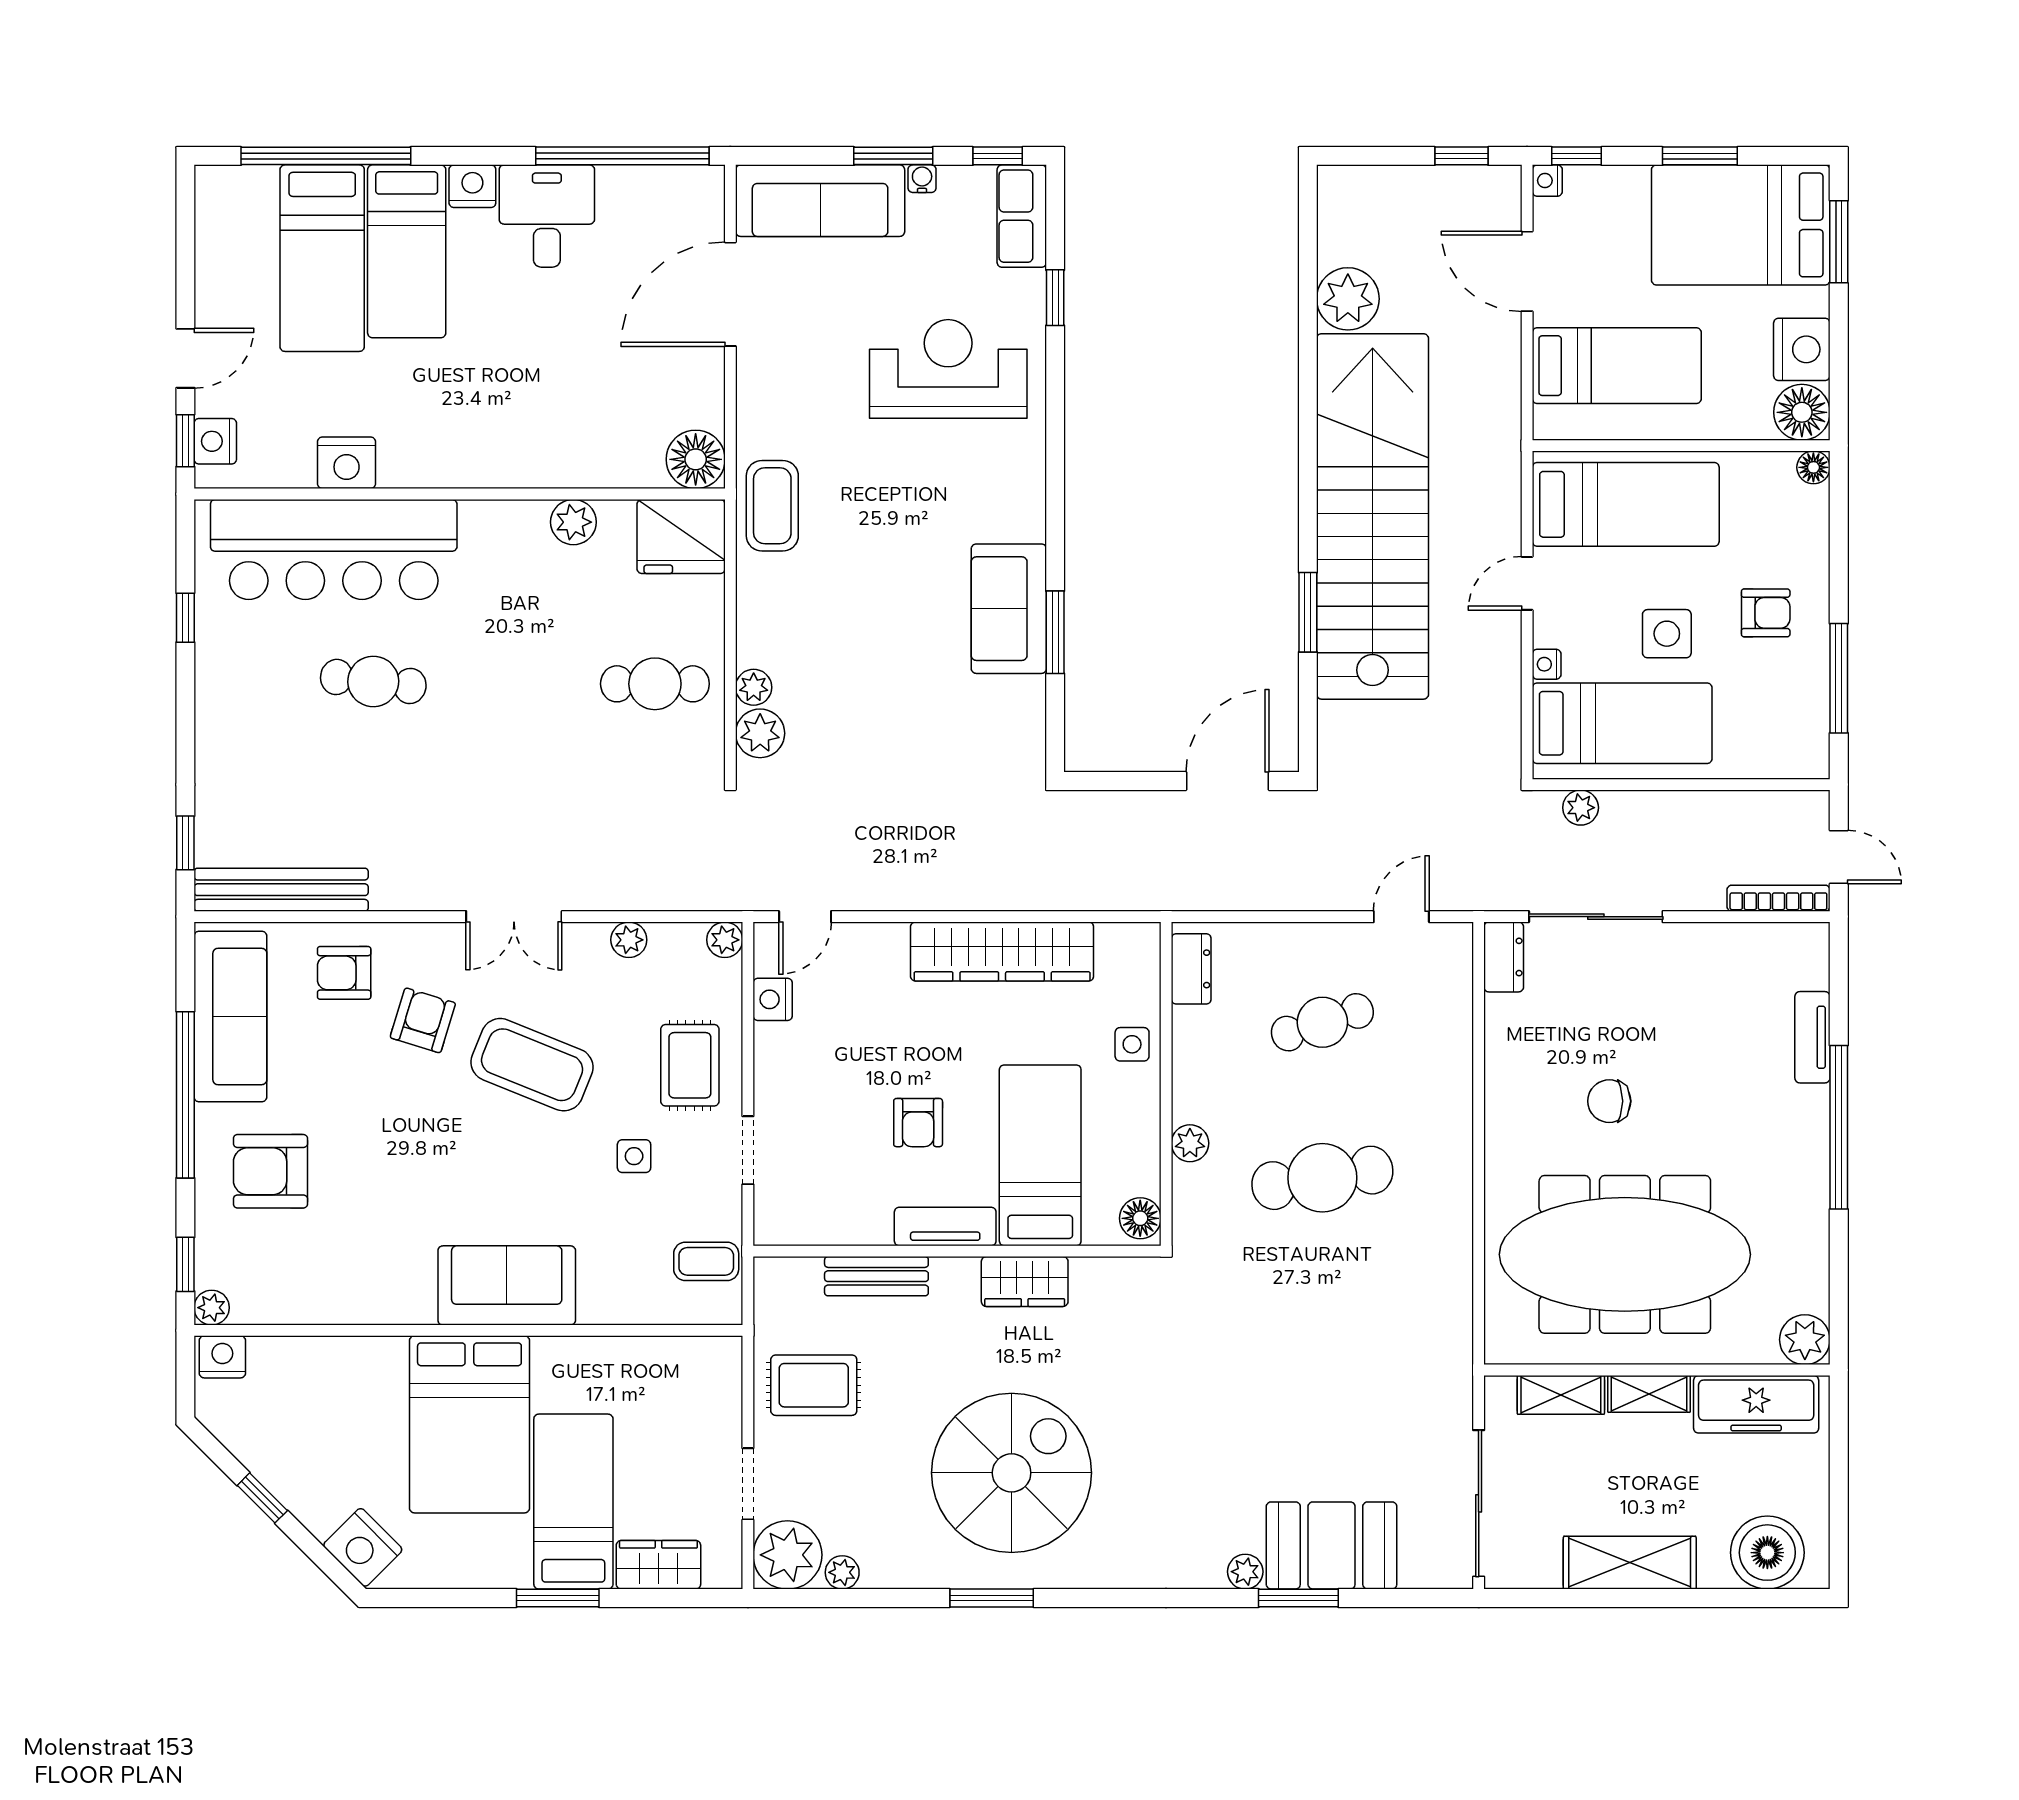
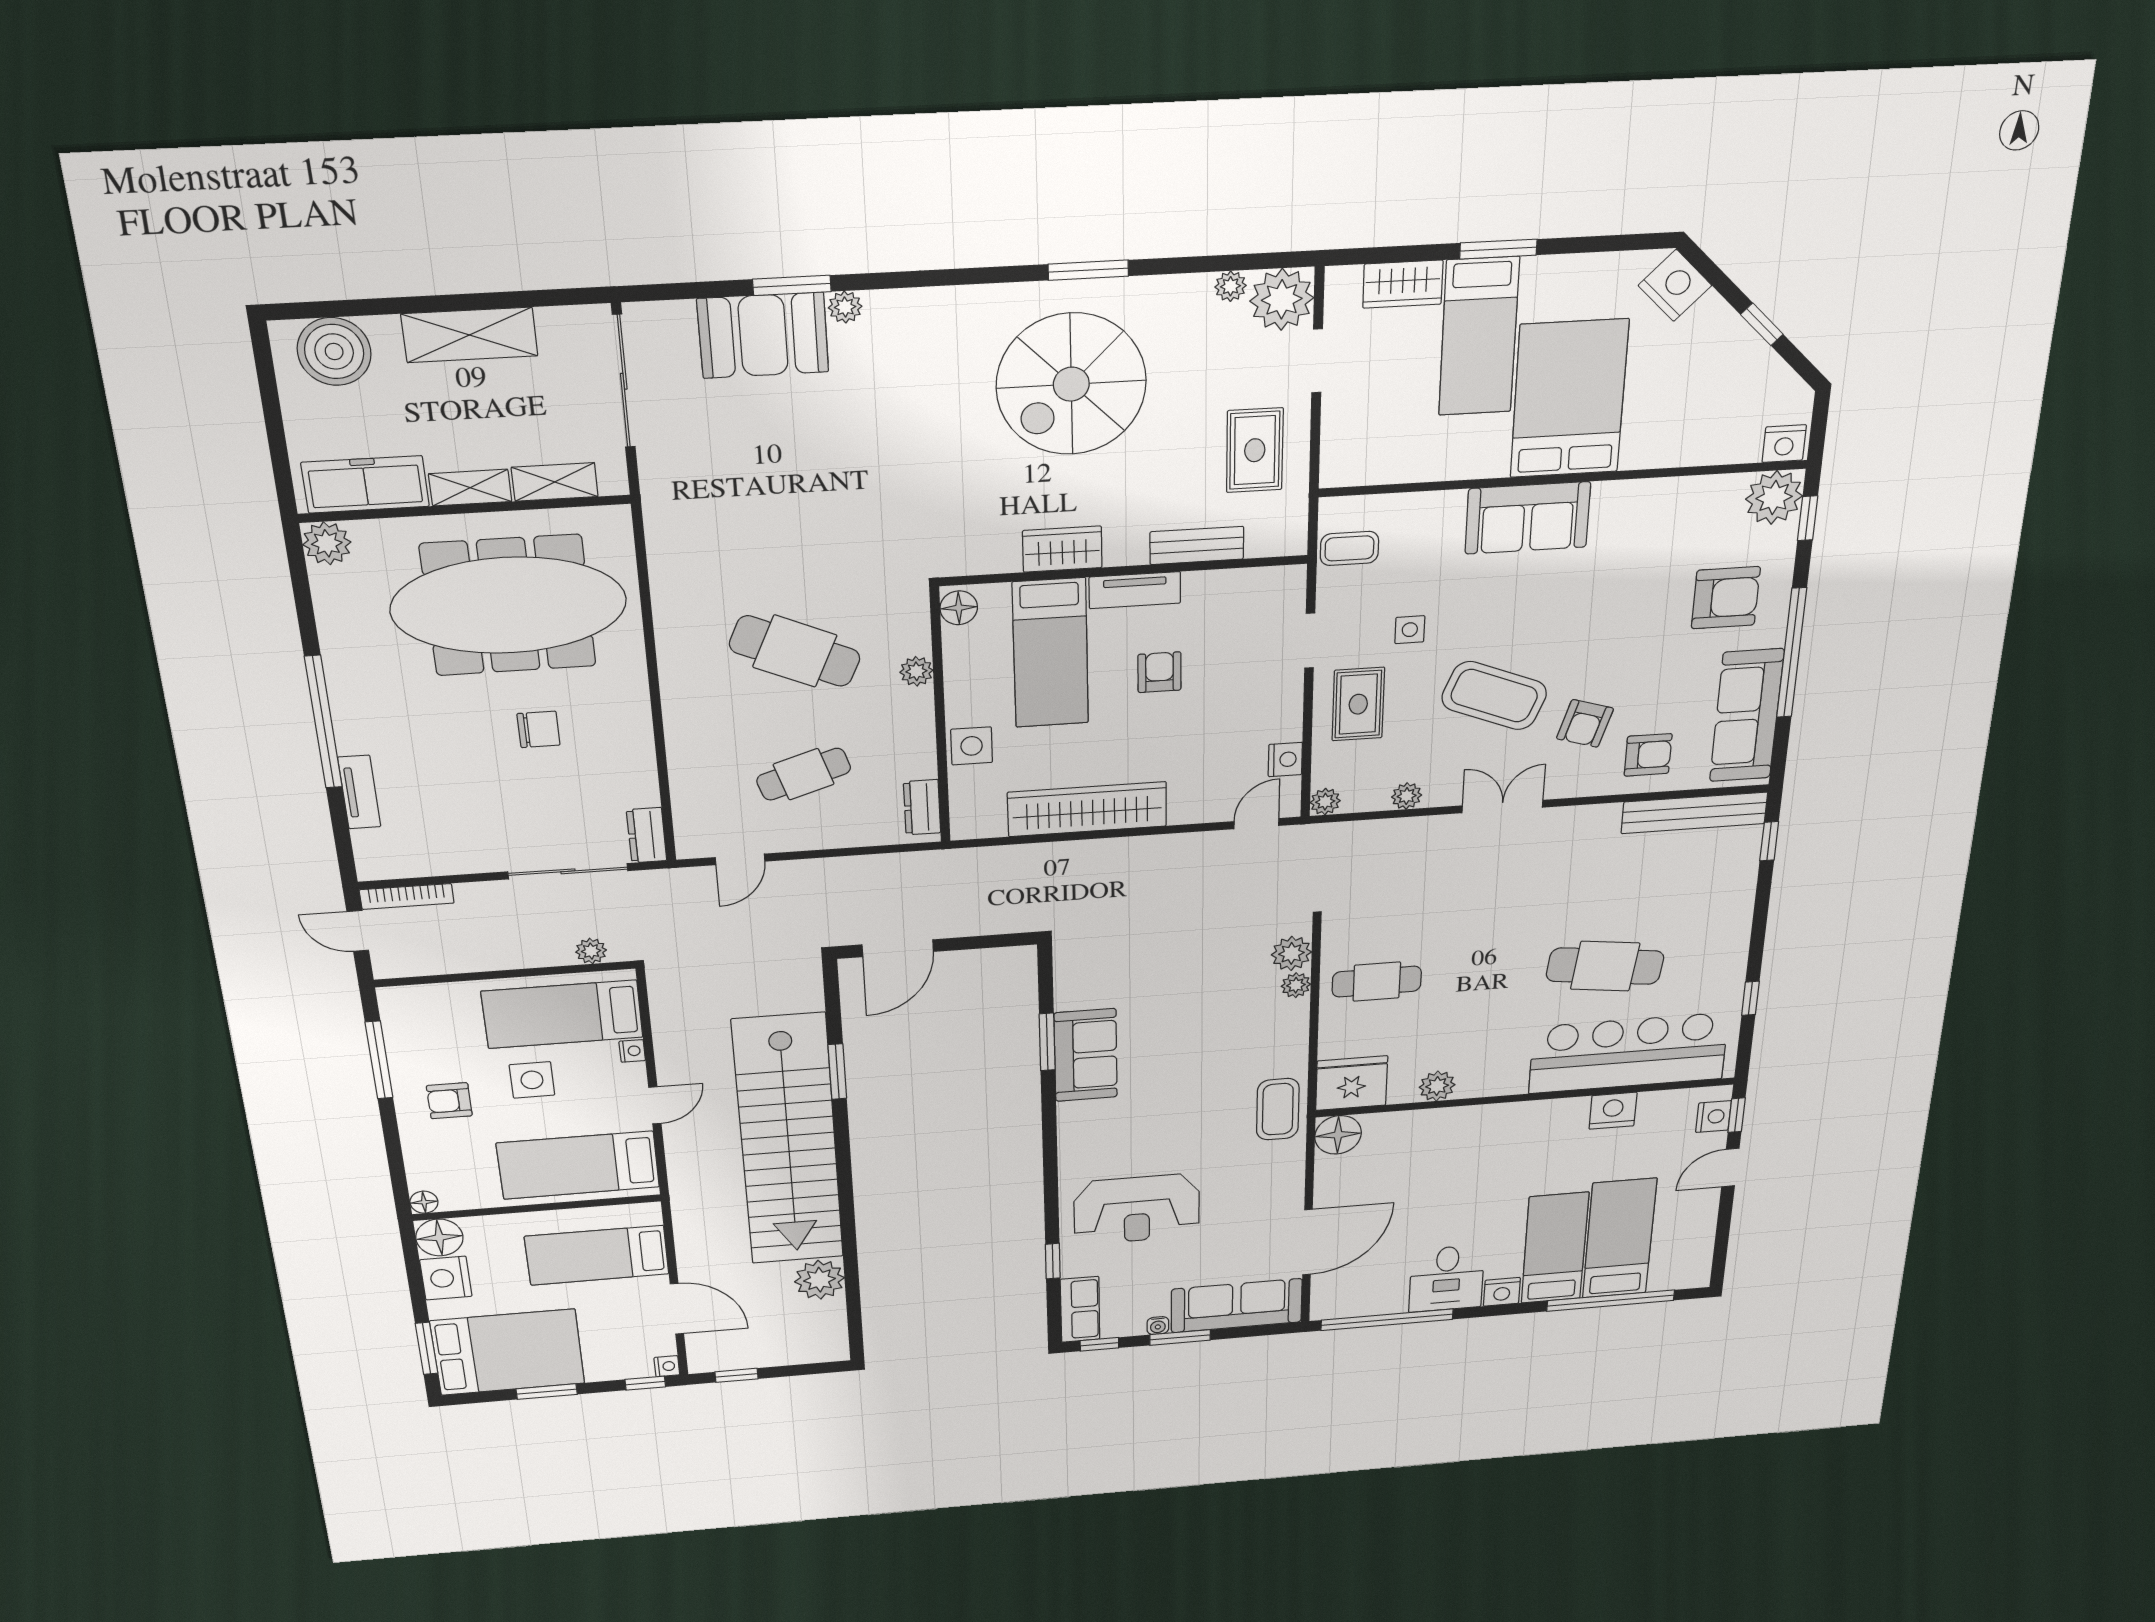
cafe table: (373, 681) -> (1605, 966), width x1.37, depth x1.35
side table: (1132, 1044) -> (972, 746), width x1.37, depth x1.37
cafe table: (1322, 1178) -> (795, 651), turned 33
plant: (212, 1308) -> (1774, 498), width x1.88, depth x1.88
rug: (814, 1385) -> (1255, 450), turned 90

